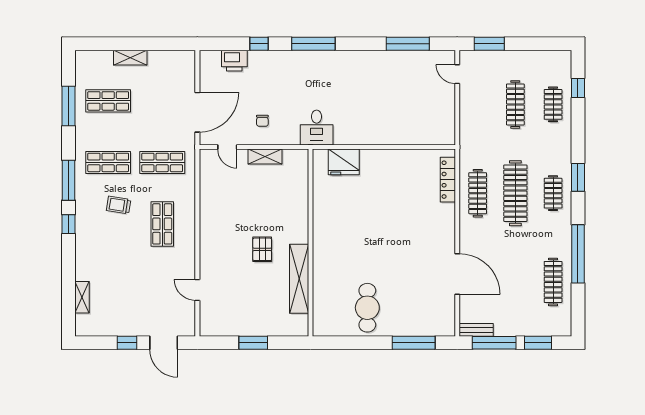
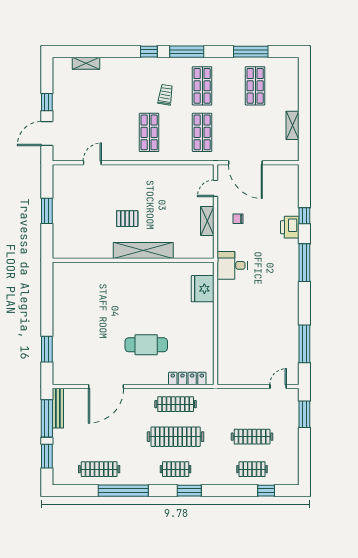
shelving: (130, 58) -> (292, 125), moved
printer: (234, 61) -> (290, 227), moved
shop shelf: (162, 224) -> (149, 132), turned 90
shelving: (299, 279) -> (143, 250), moved
cafe table: (367, 308) -> (146, 345), moved
bench: (476, 330) -> (58, 408), width x1.36
window: (414, 343) -> (47, 349), width x0.69

